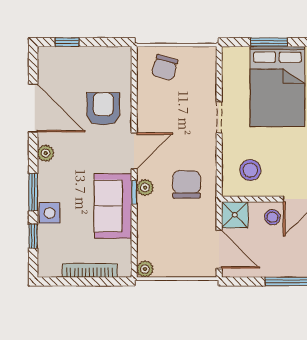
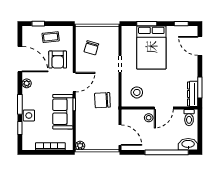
coffee table: (90, 67) -> (51, 37), added
chair: (165, 68) -> (91, 48), moved
armchair: (103, 109) -> (58, 59), turned 180
chair: (187, 184) -> (102, 100), turned -93
plant: (145, 188) -> (80, 102), removed
shower: (235, 215) -> (128, 116), removed

